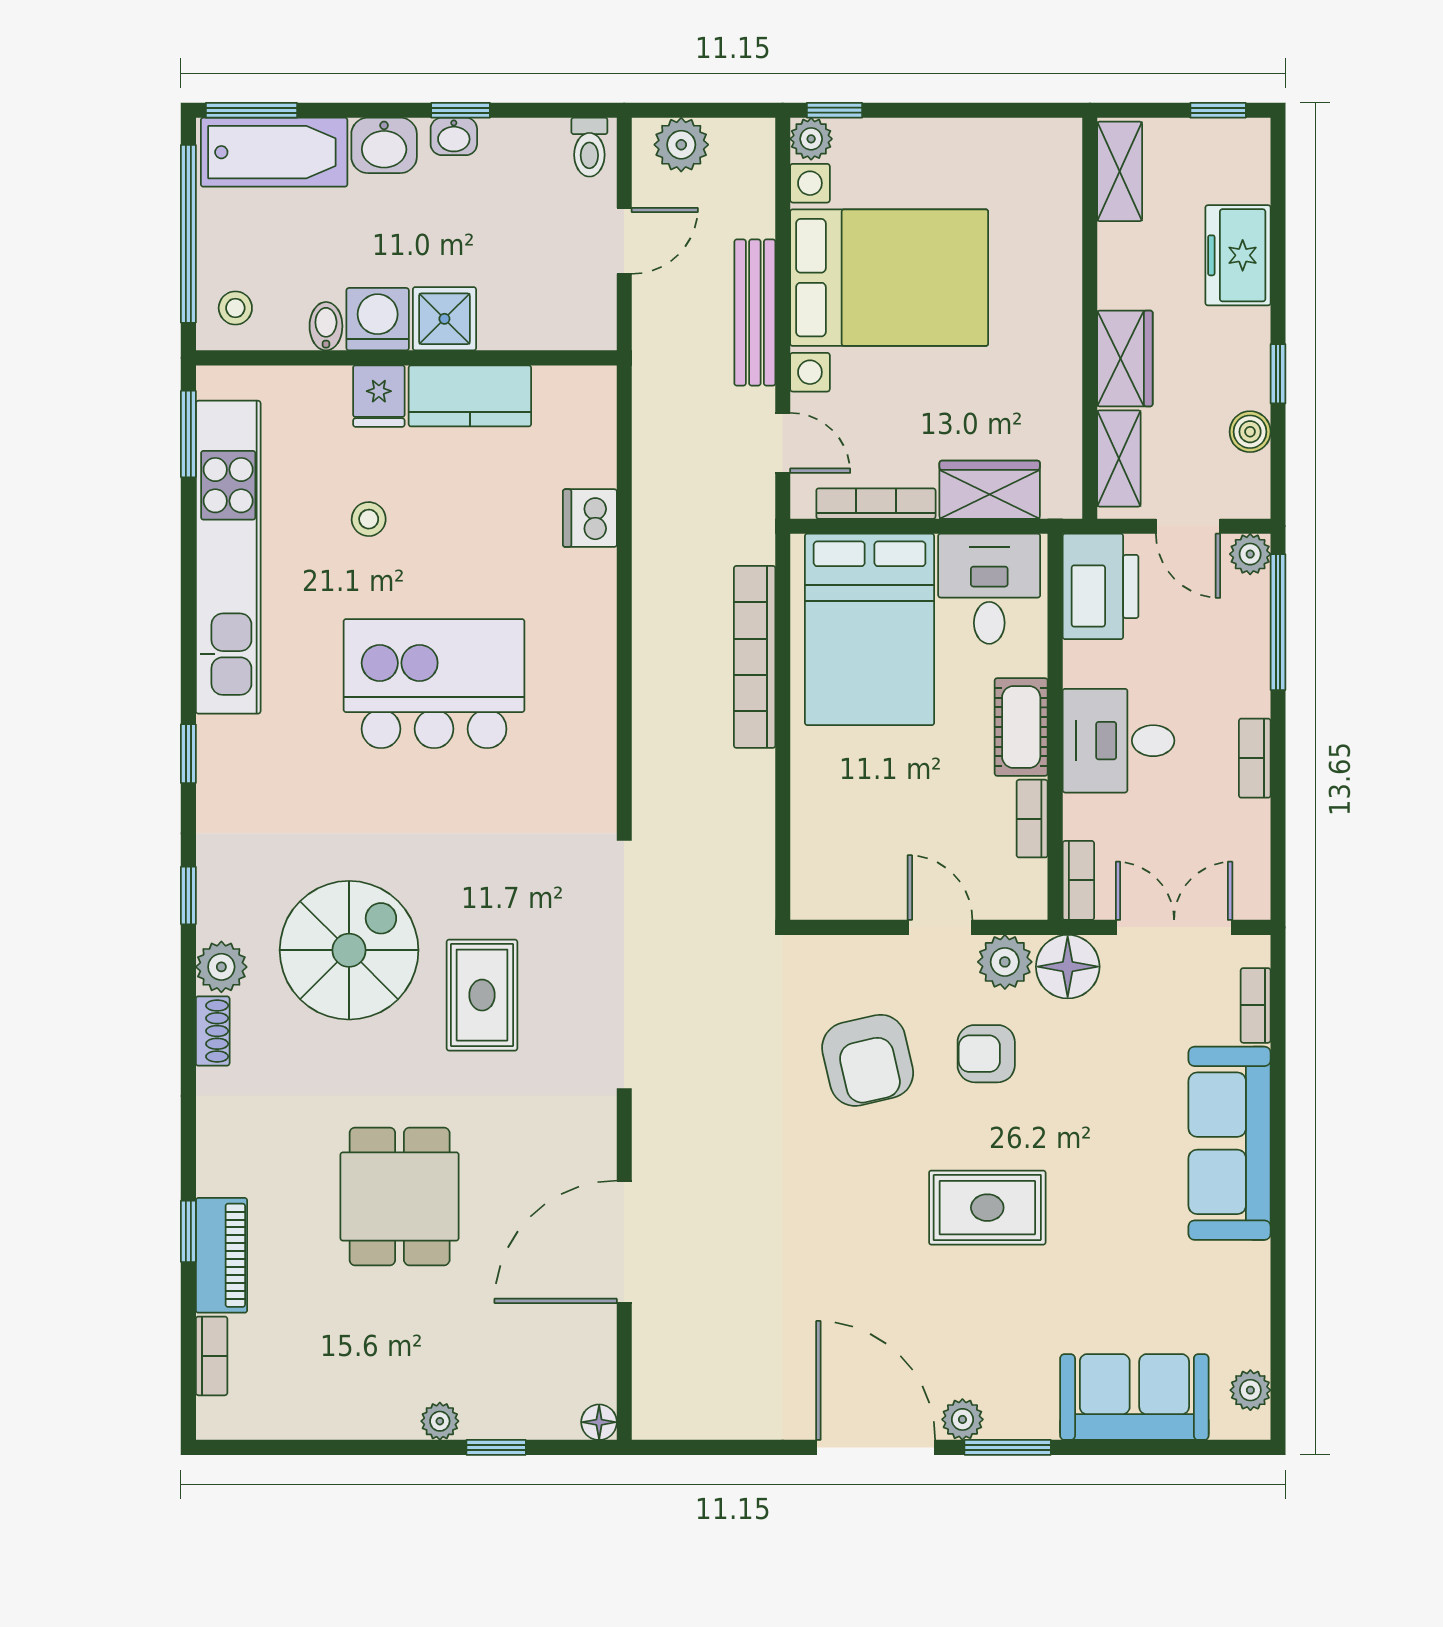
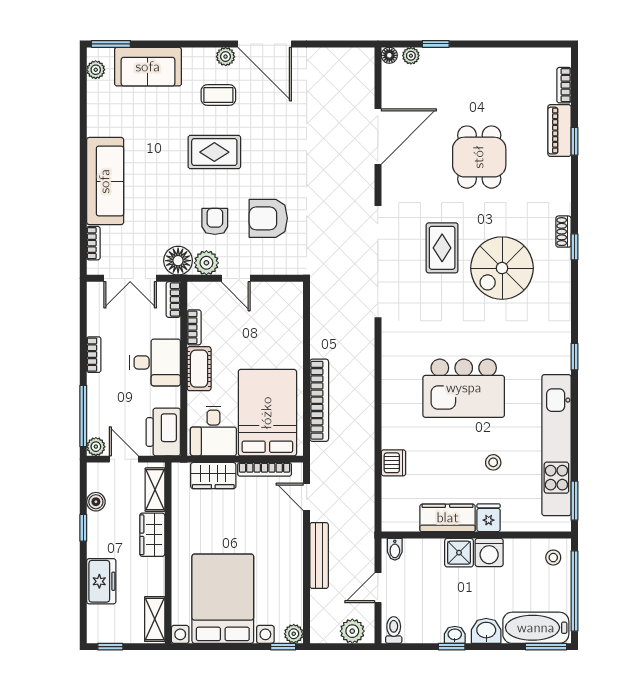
bed with nightstands: (889, 278) -> (223, 599), moved, turned 90
bidet: (326, 326) -> (395, 549), moved
window: (188, 895) -> (574, 247), moved
plant: (221, 967) -> (560, 261), removed
armchair: (986, 1054) -> (215, 221), turned -90
armchair: (868, 1060) -> (268, 218), turned -77
coffee table: (978, 1334) -> (218, 95), added
plant: (440, 1421) -> (411, 56), moved
window: (1008, 1447) -> (111, 44), moved

